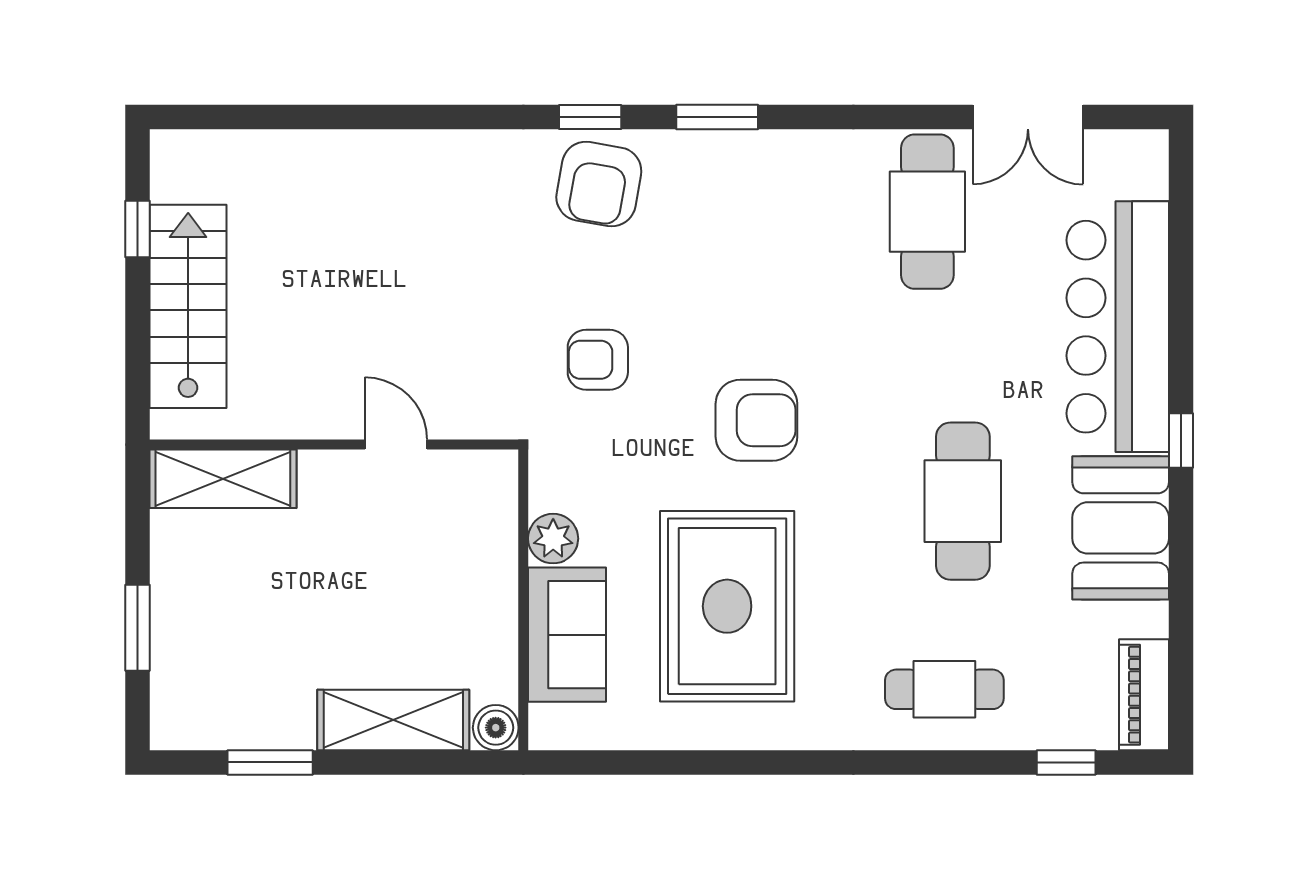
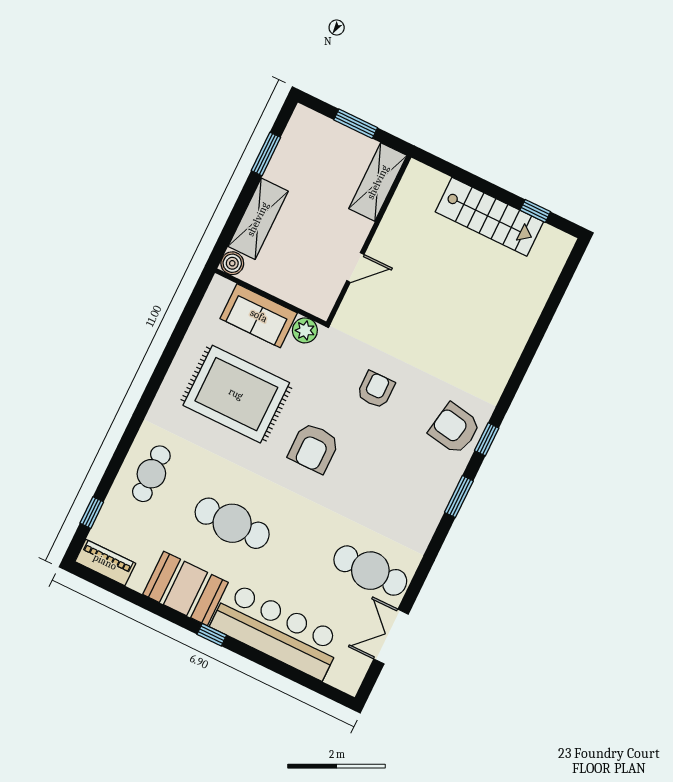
wall: (334, 445) -> (369, 240), moved
door: (396, 445) -> (355, 268), moved
shelving: (223, 479) -> (378, 182), moved

